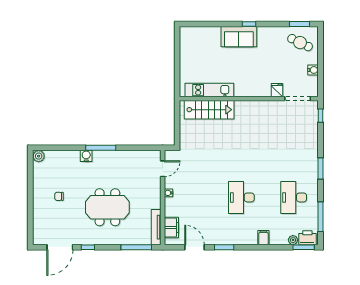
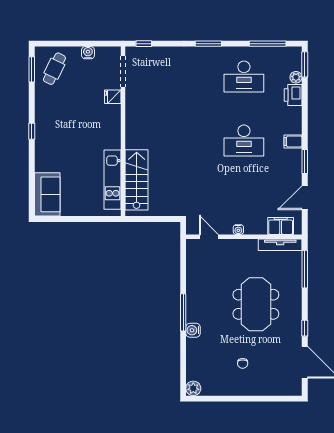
sofa: (239, 37) -> (47, 194), moved
filing cabinet: (263, 238) -> (293, 141), moved
printer: (307, 238) -> (293, 95), moved

